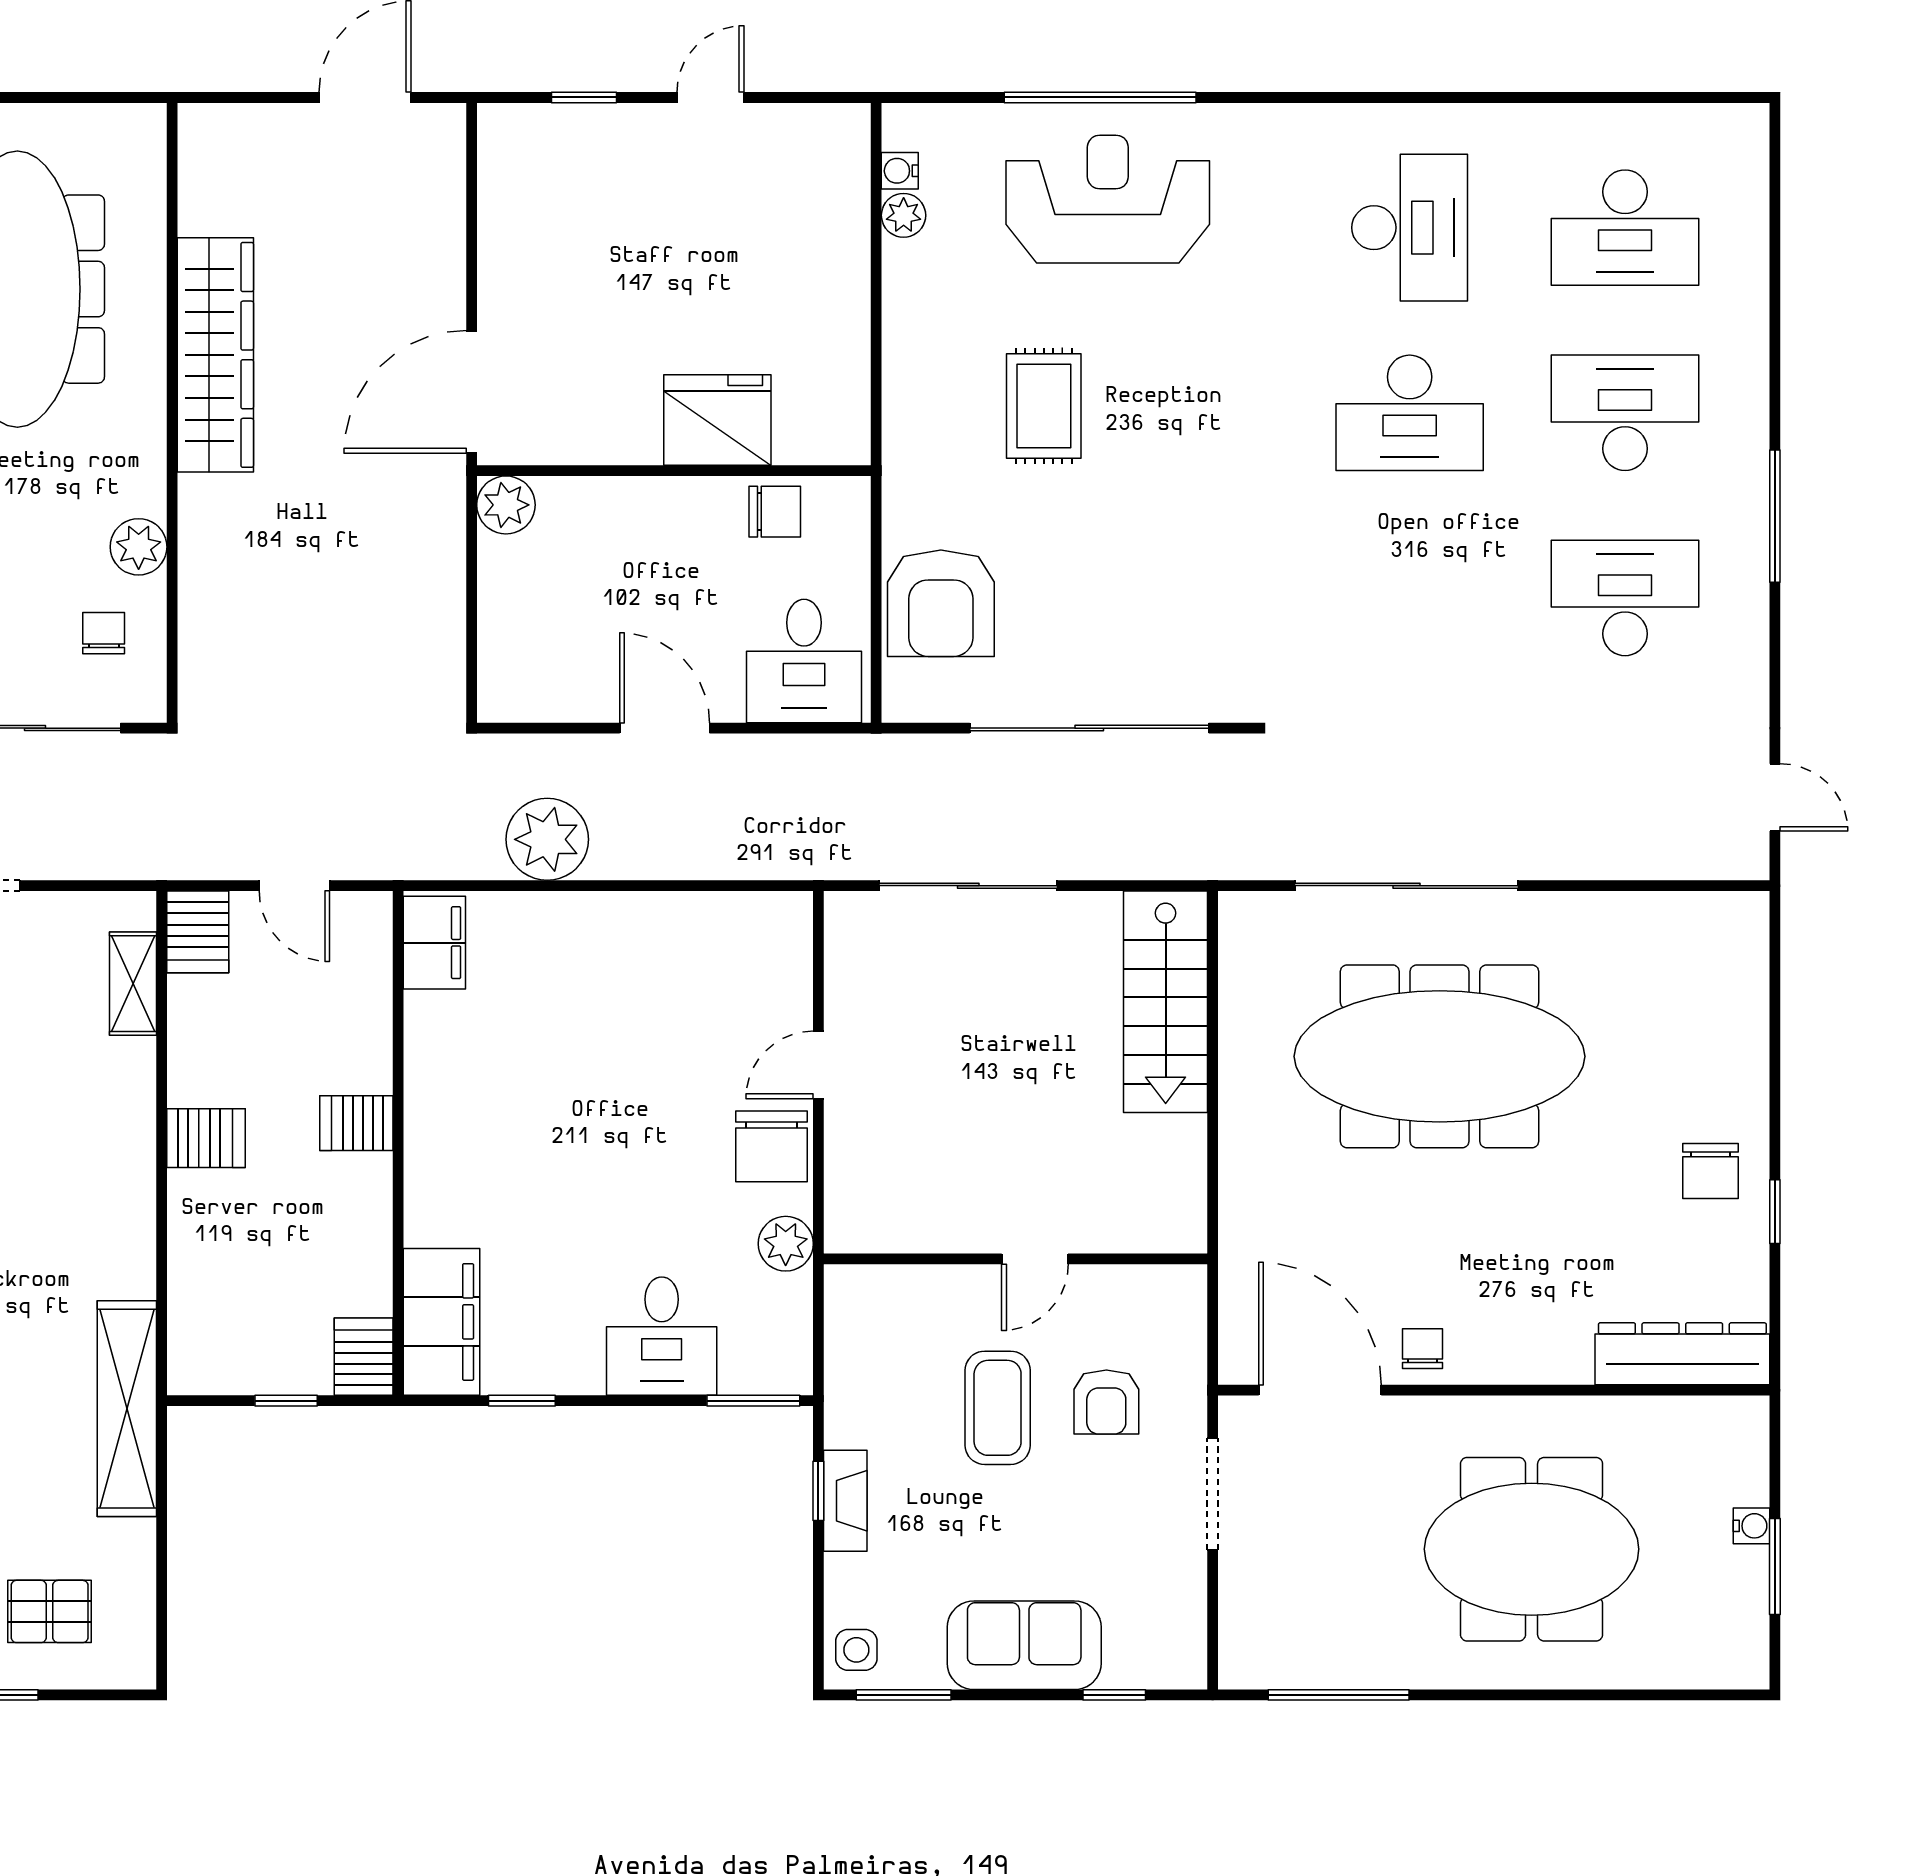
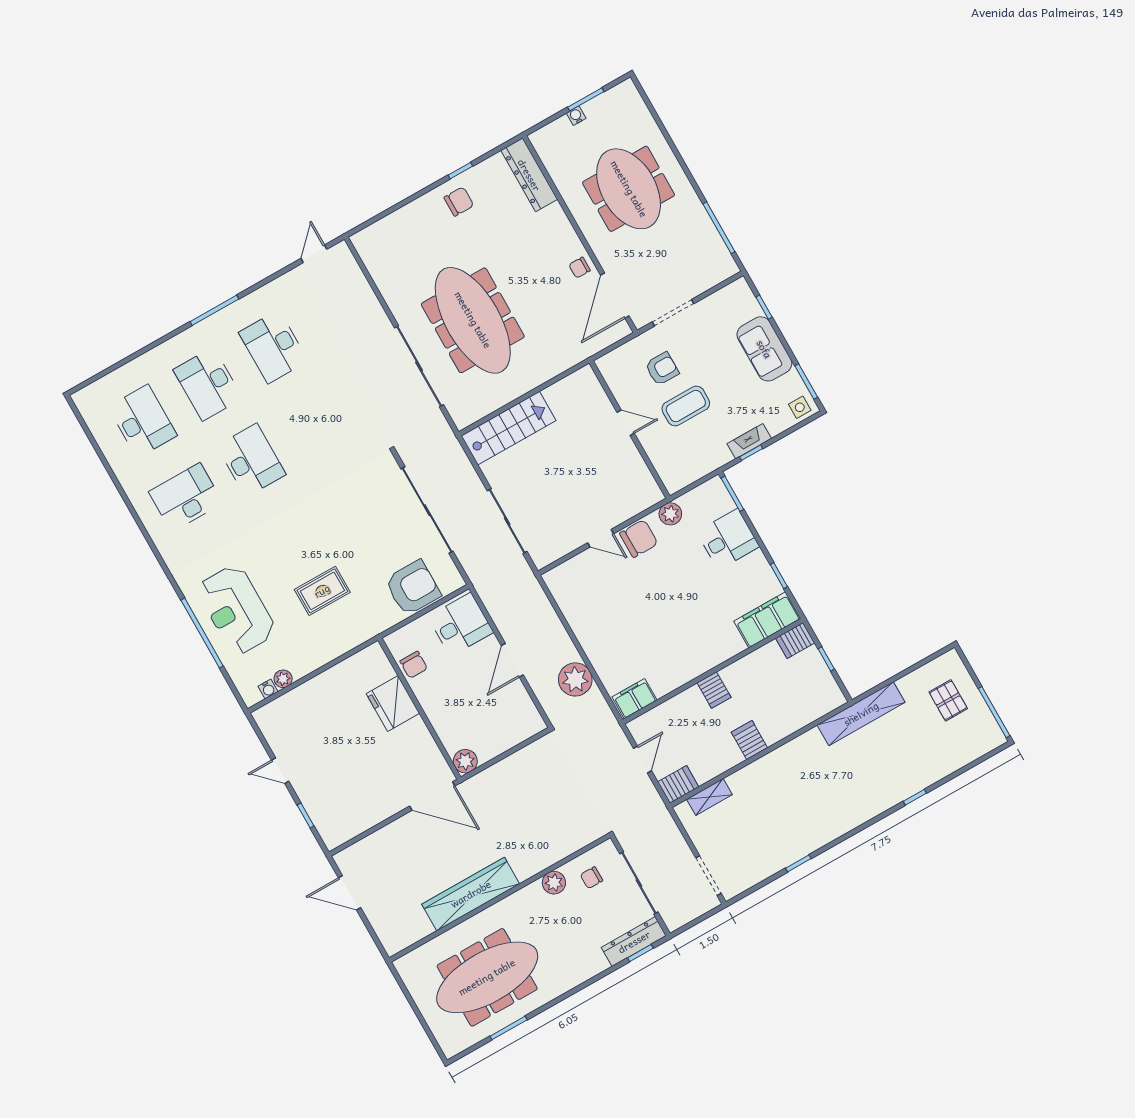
chair: (775, 512) -> (414, 665), turned 180

